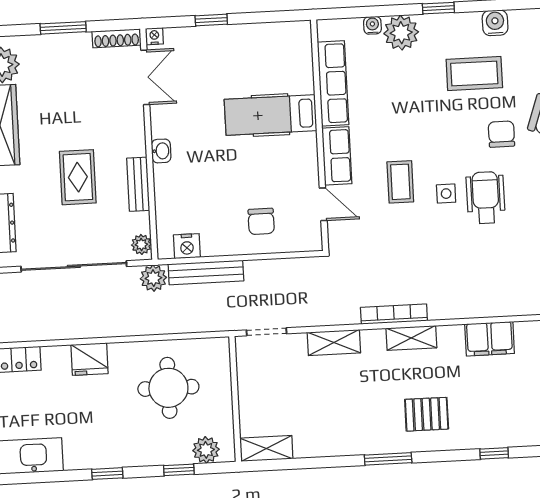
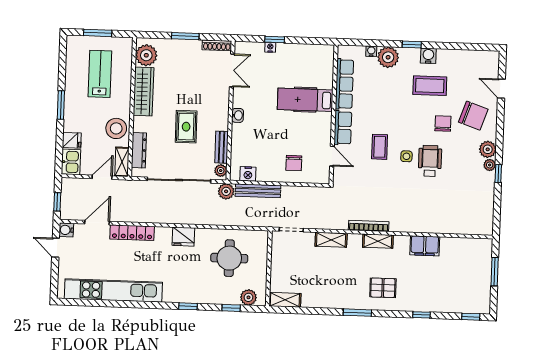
water cooler: (495, 23) -> (428, 56), moved
nightstand: (154, 36) -> (270, 47), moved
bench: (138, 184) -> (222, 147), moved

